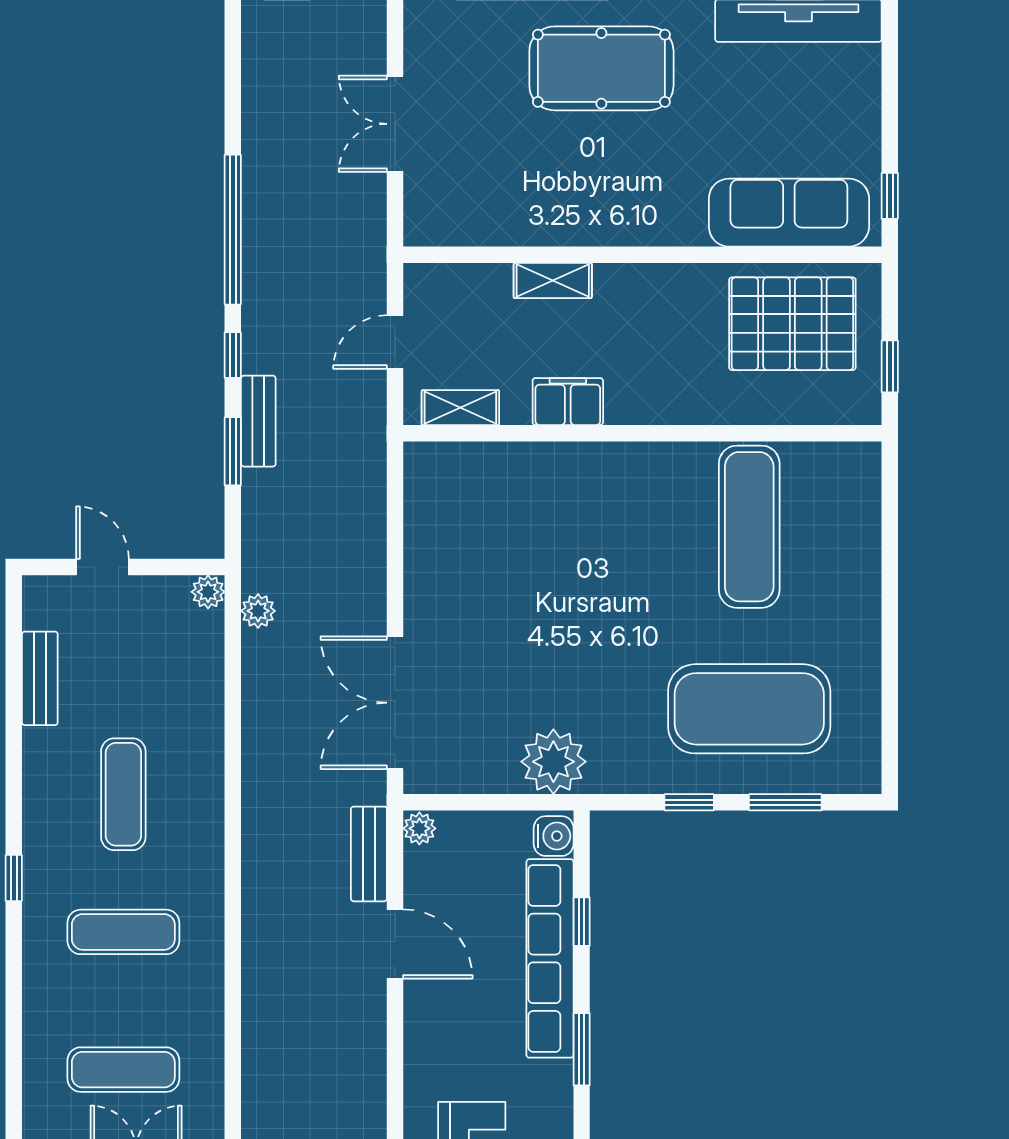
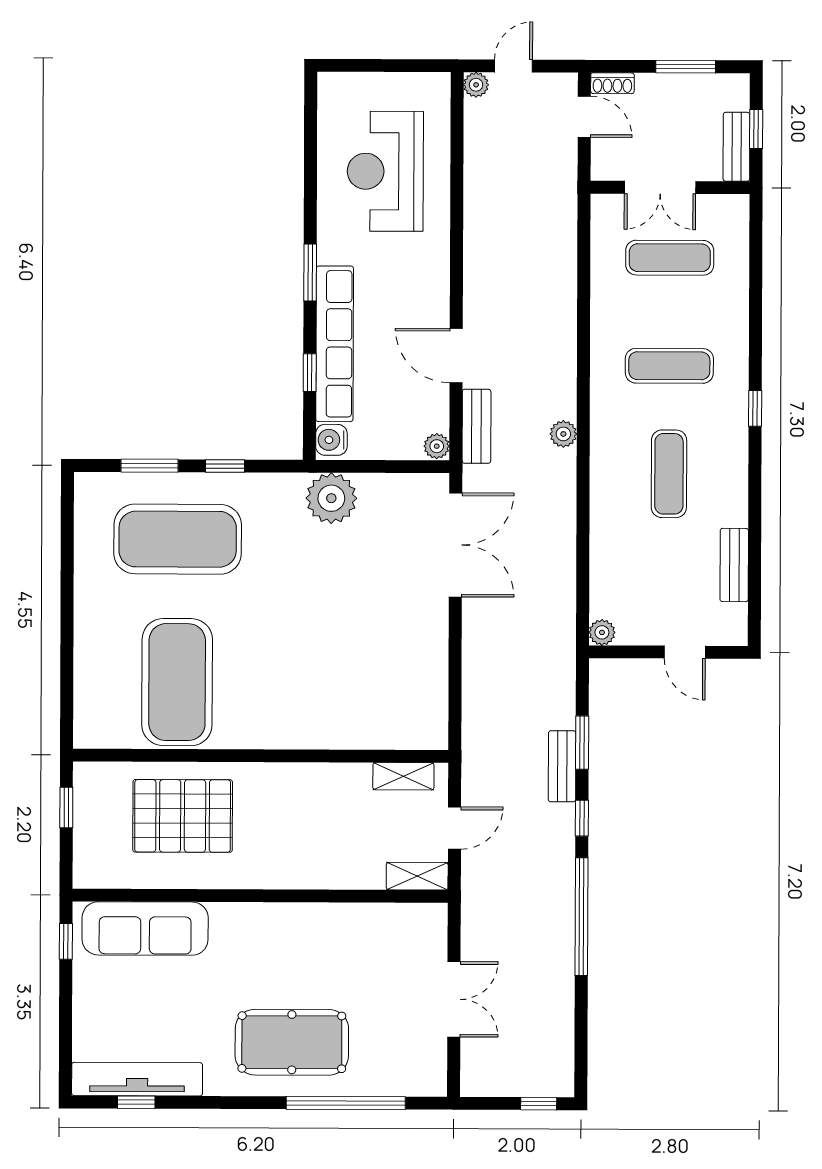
shelving: (553, 281) -> (417, 876), moved
pallet: (792, 324) -> (183, 816), moved
filing cabinet: (568, 402) -> (319, 781), removed
exercise mat: (749, 527) -> (177, 682), width x1.47
plant: (258, 611) -> (563, 434), moved

